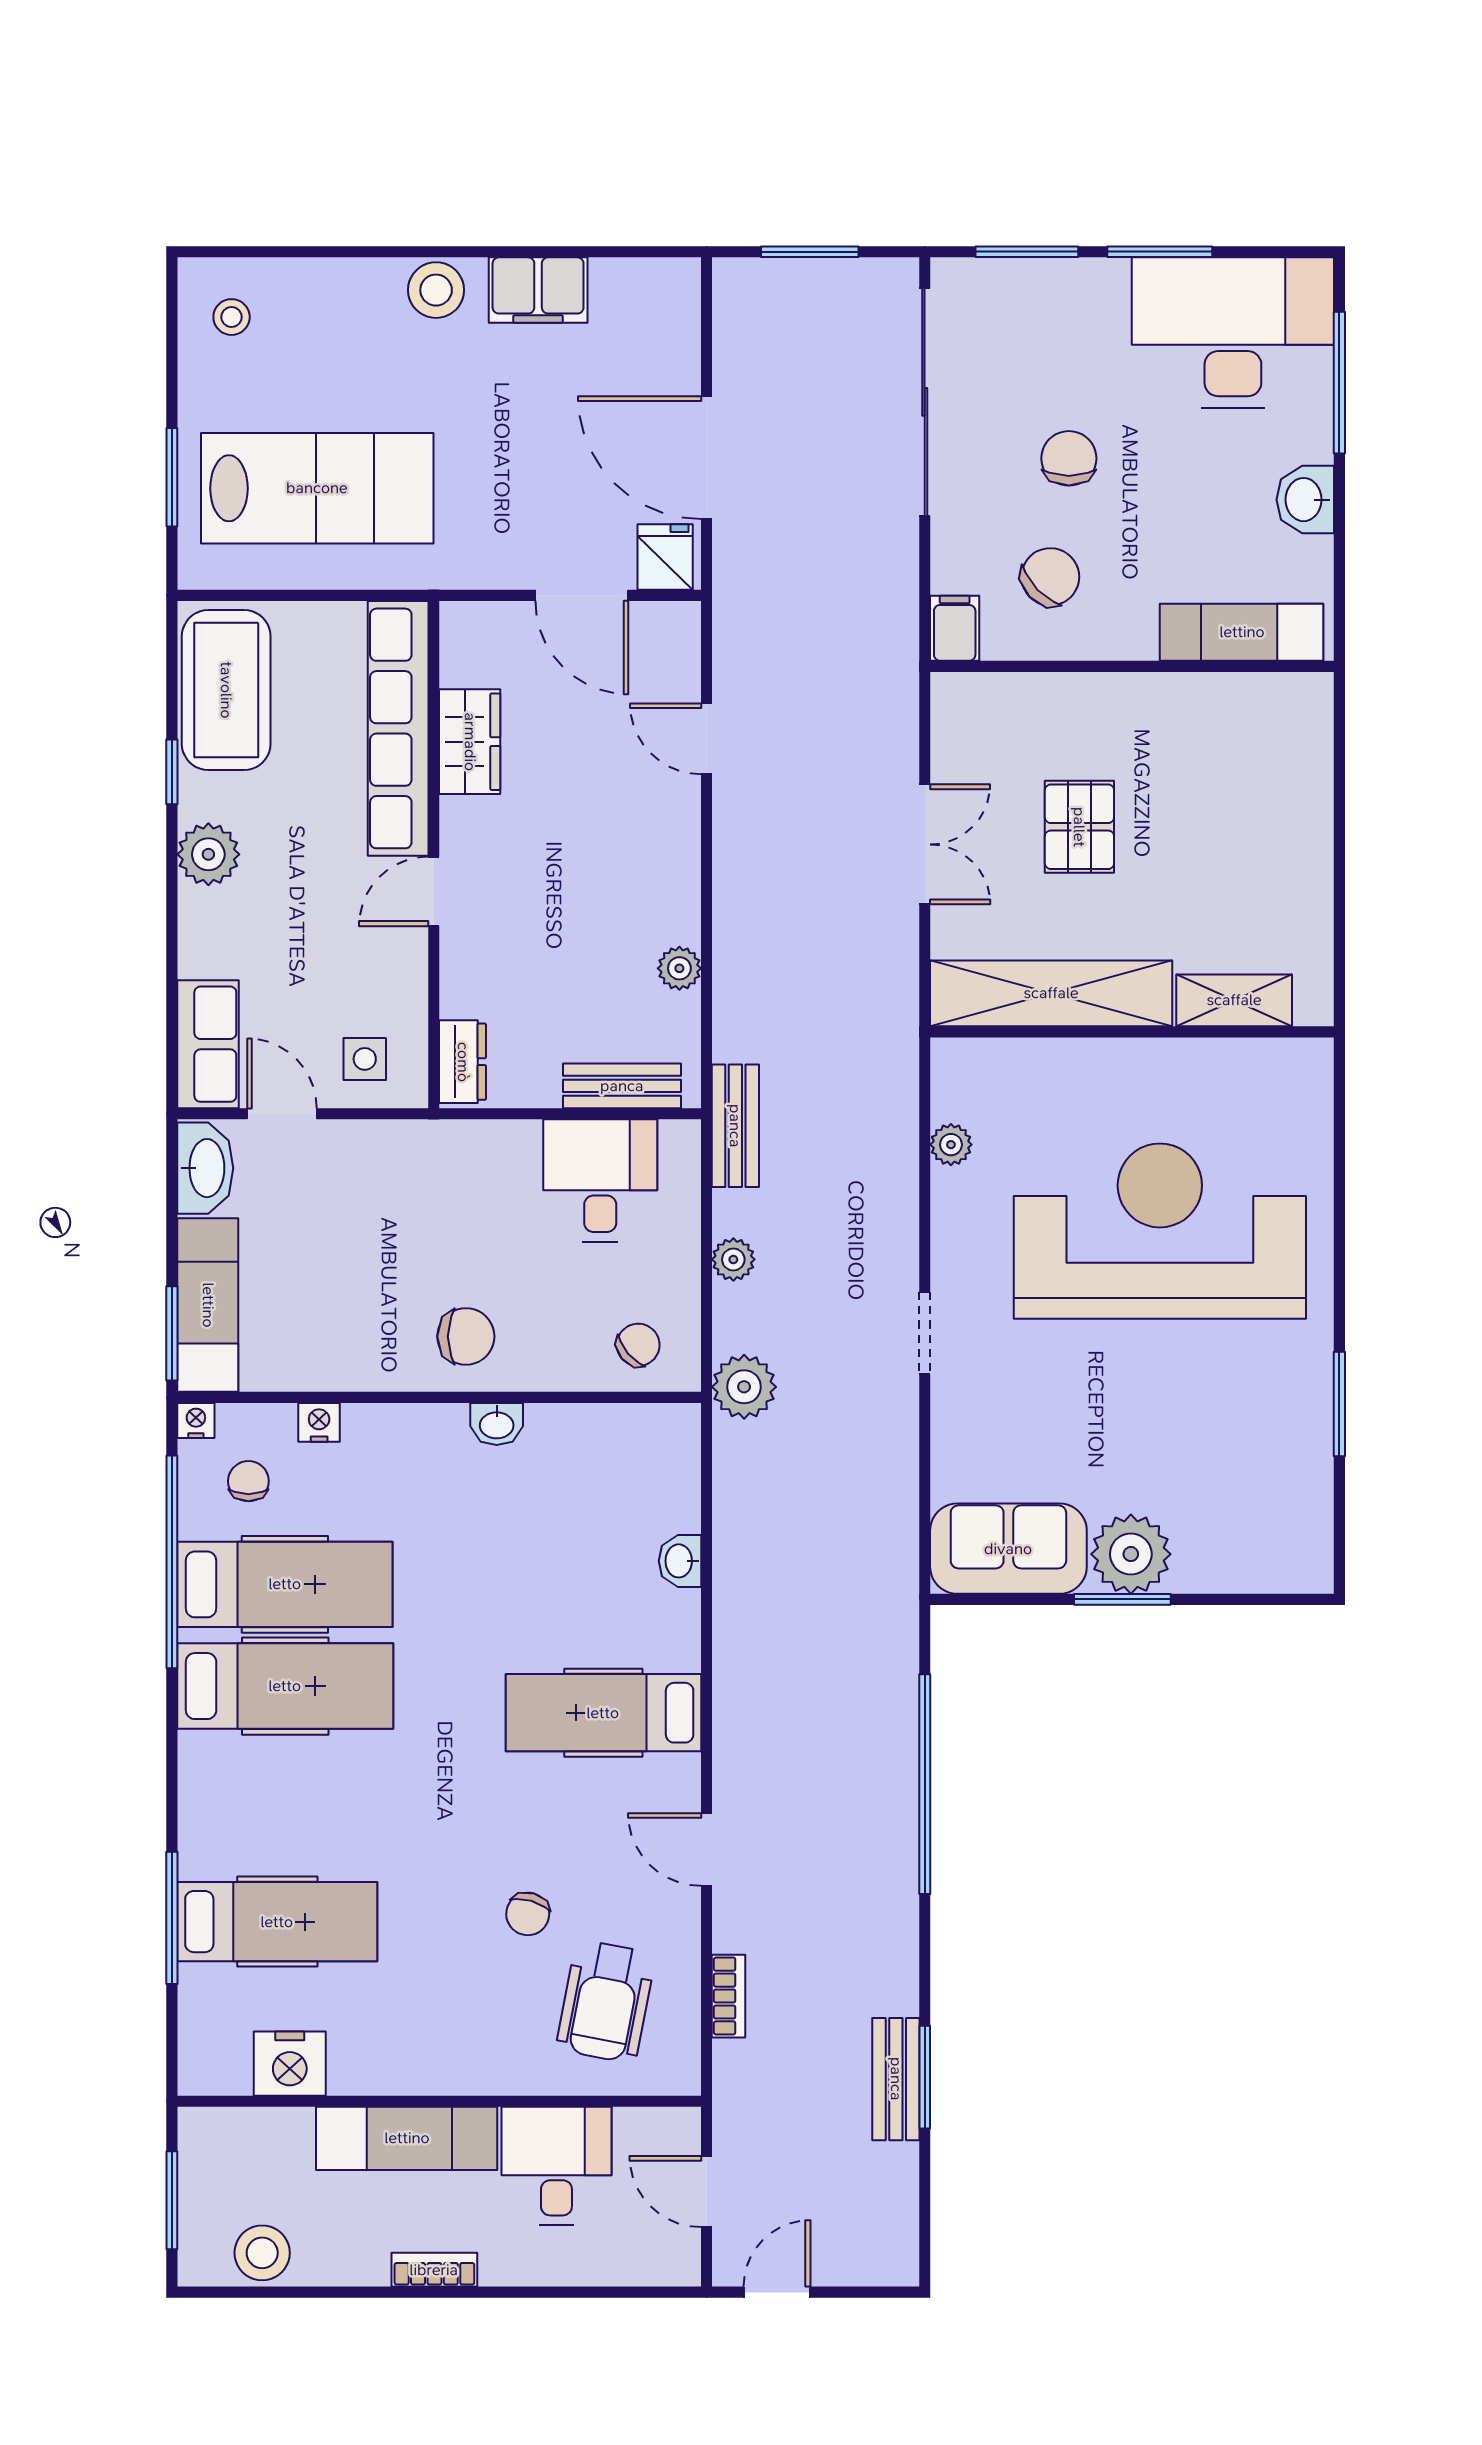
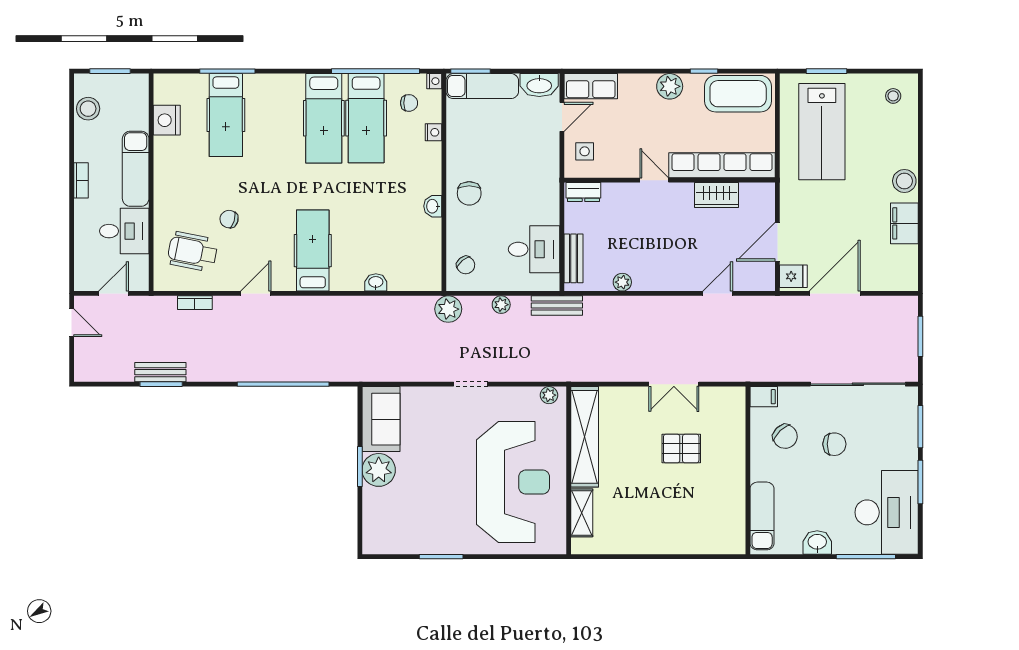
shelving: (1051, 993) -> (585, 437), moved
shelving: (1234, 1000) -> (582, 513), moved
wall: (1132, 1032) -> (569, 470), moved

